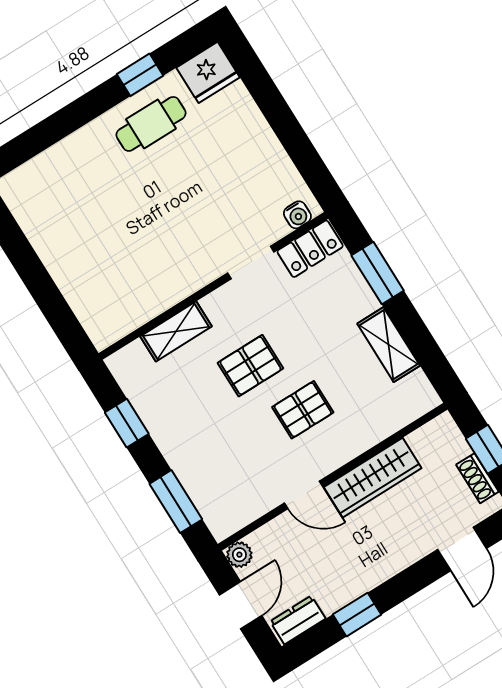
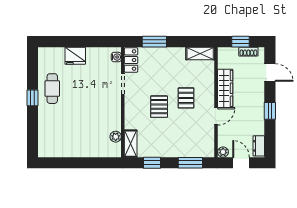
fridge: (208, 72) -> (75, 56), moved, turned 90
window: (140, 75) -> (33, 98), moved
plant: (134, 315) -> (116, 137), added
shelving: (176, 331) -> (131, 144), moved
shelving: (389, 345) -> (200, 53), moved
window: (357, 615) -> (270, 111), moved

